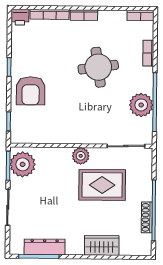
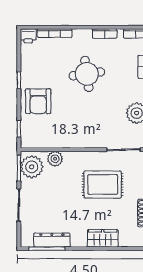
bookcase: (84, 15) -> (105, 34), moved
round table: (98, 67) -> (87, 74), moved
plant: (81, 156) -> (55, 159), moved

